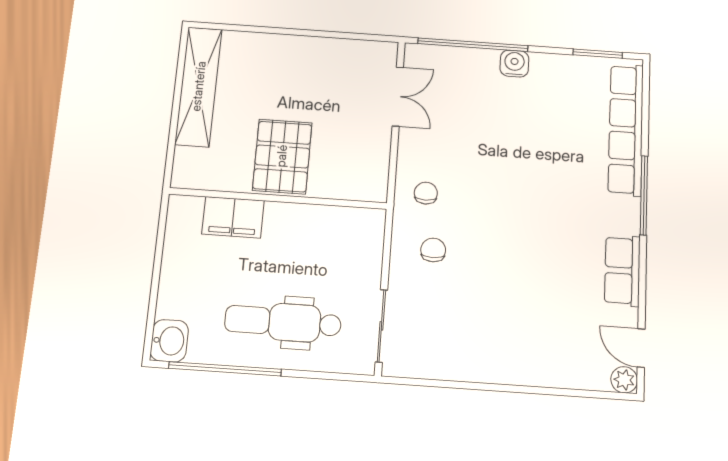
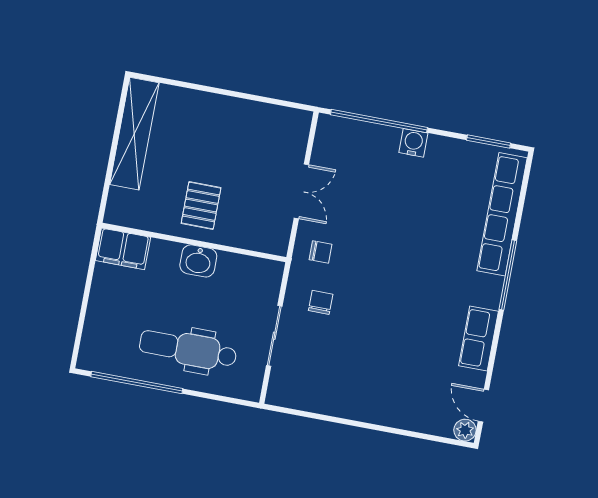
double door: (398, 97) -> (301, 191), moved
pallet: (282, 156) -> (201, 205), width x0.67, depth x0.71
chair: (426, 193) -> (321, 252), turned 90
filing cabinet: (233, 217) -> (123, 249), moved
sliding door: (381, 326) -> (274, 336), moved
washbasin: (169, 341) -> (198, 261), moved, turned 90

